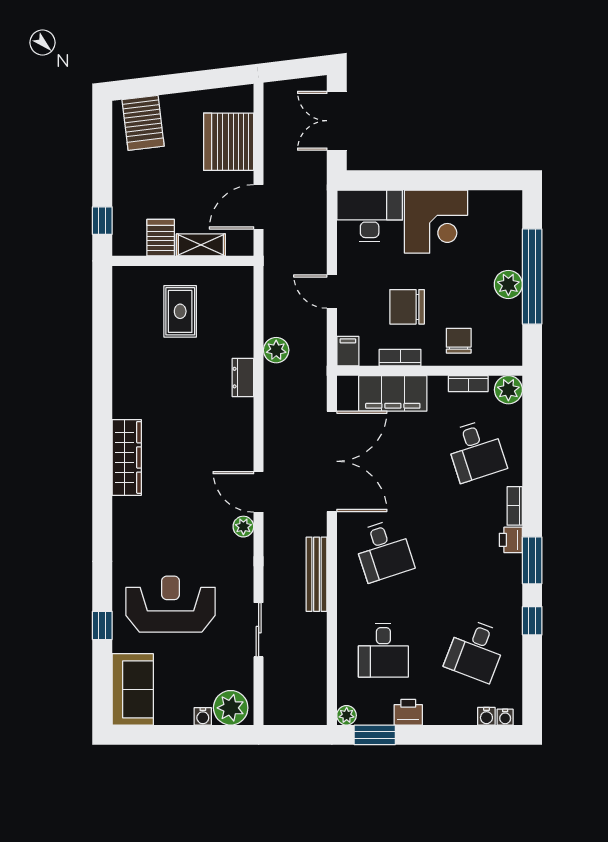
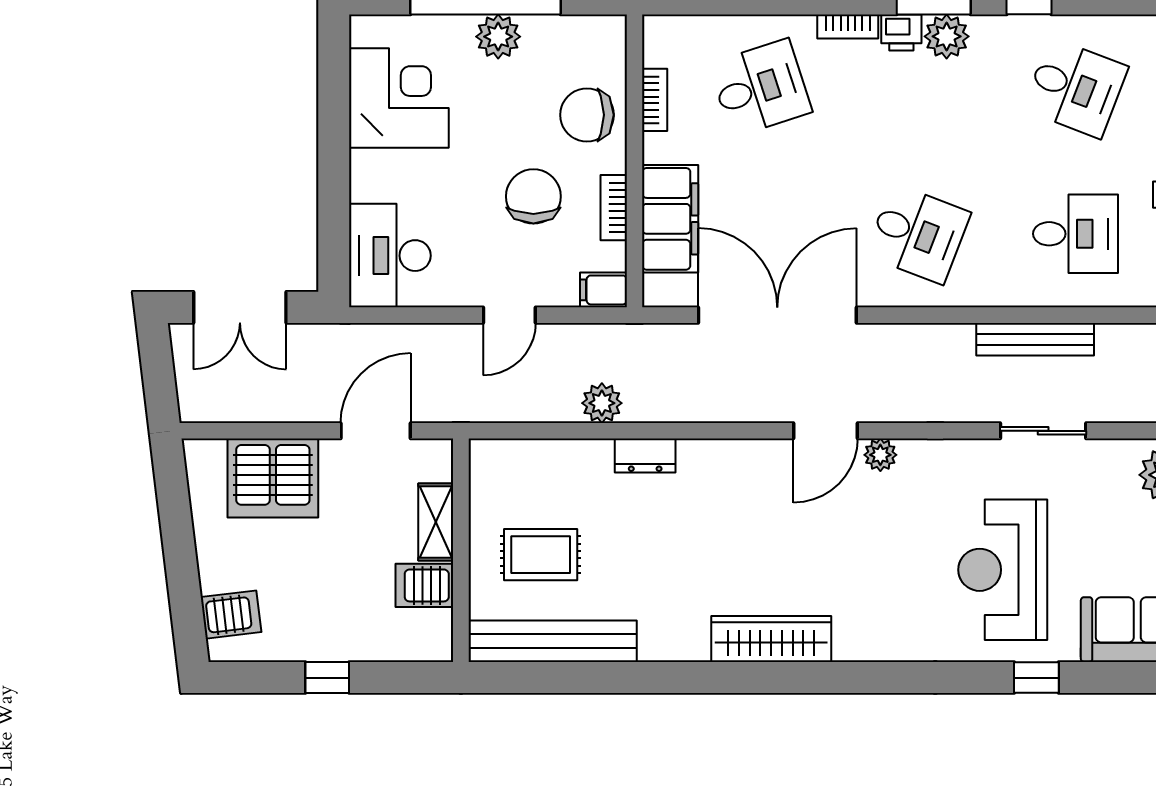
server rack: (143, 123) -> (231, 615), width x0.73, depth x0.70
door: (259, 207) -> (376, 431), swing flipped
window: (102, 221) -> (327, 678), moved
corner desk: (436, 222) -> (399, 98), moved
chair: (407, 307) -> (533, 196), turned 180
bench: (125, 319) -> (553, 641), added
chair: (459, 341) -> (587, 115), width x1.37, depth x1.37
plant: (508, 390) -> (947, 36), moved
desk: (383, 550) -> (918, 234), turned 39
bench: (317, 574) -> (1035, 339), moved

